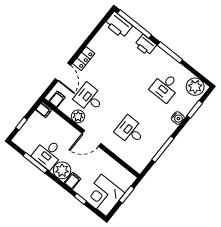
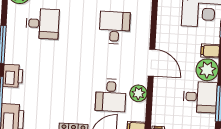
desk: (130, 131) -> (115, 28), turned 180

